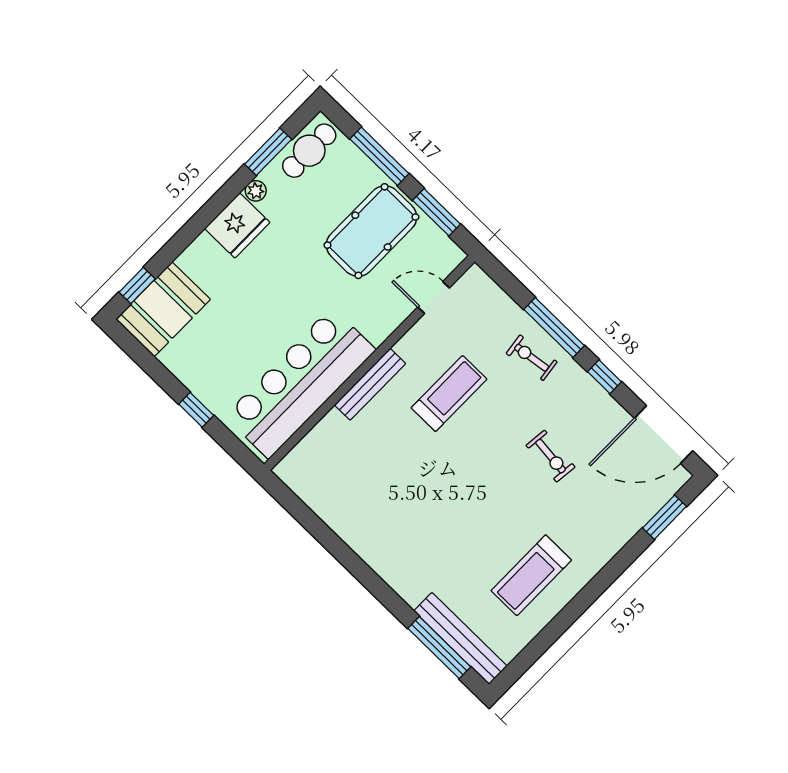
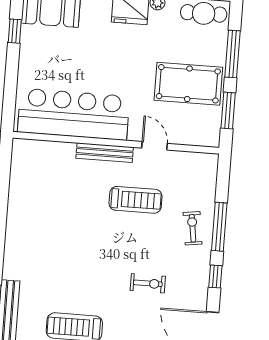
door: (434, 297) -> (154, 146), moved
window: (196, 410) -> (15, 31), moved
exercise bike: (551, 456) -> (148, 283), turned -96

